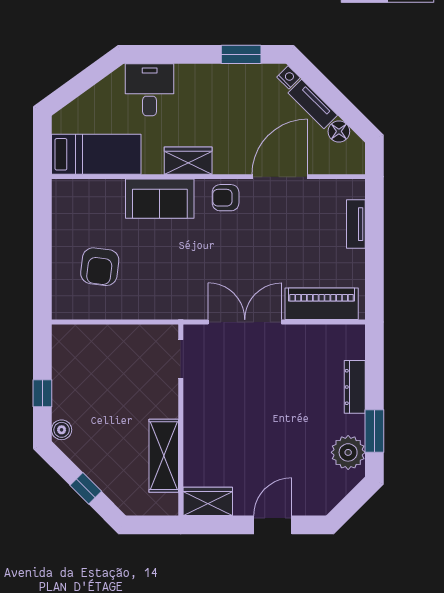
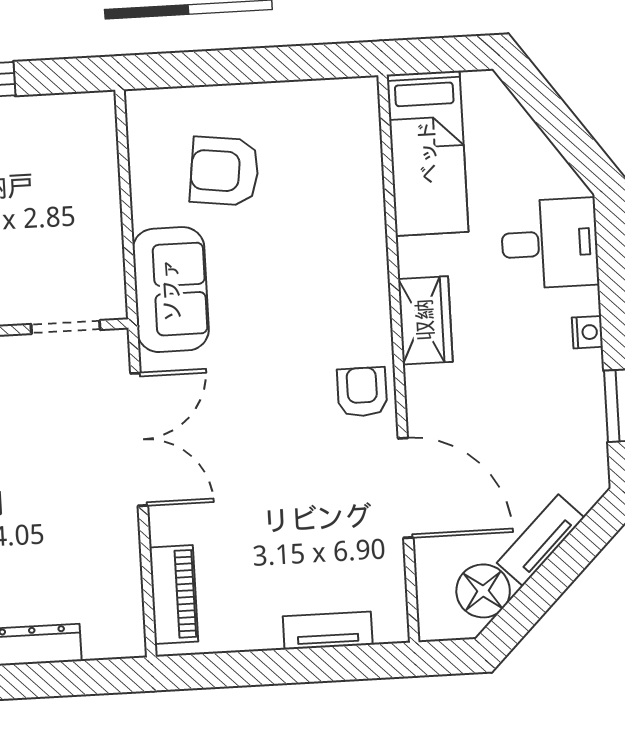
nightstand: (288, 77) -> (587, 332), moved, turned -45
floor lamp: (339, 131) -> (483, 591), width x1.38, depth x1.38
sofa: (160, 199) -> (171, 290), moved, turned 180
piano: (322, 304) -> (174, 595), width x0.73, depth x0.75

